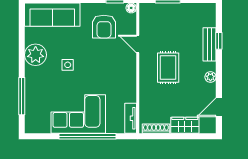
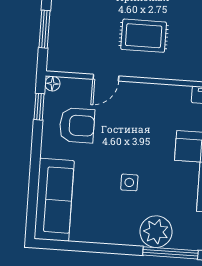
plant: (36, 55) -> (156, 232), moved

